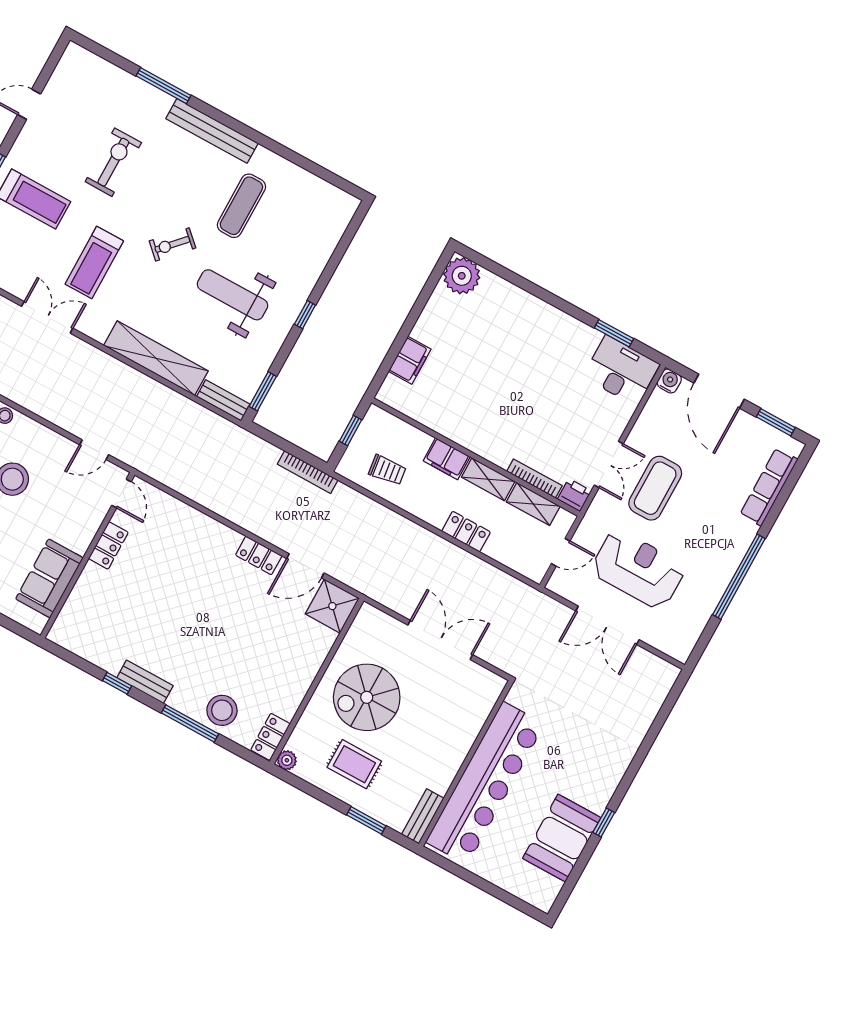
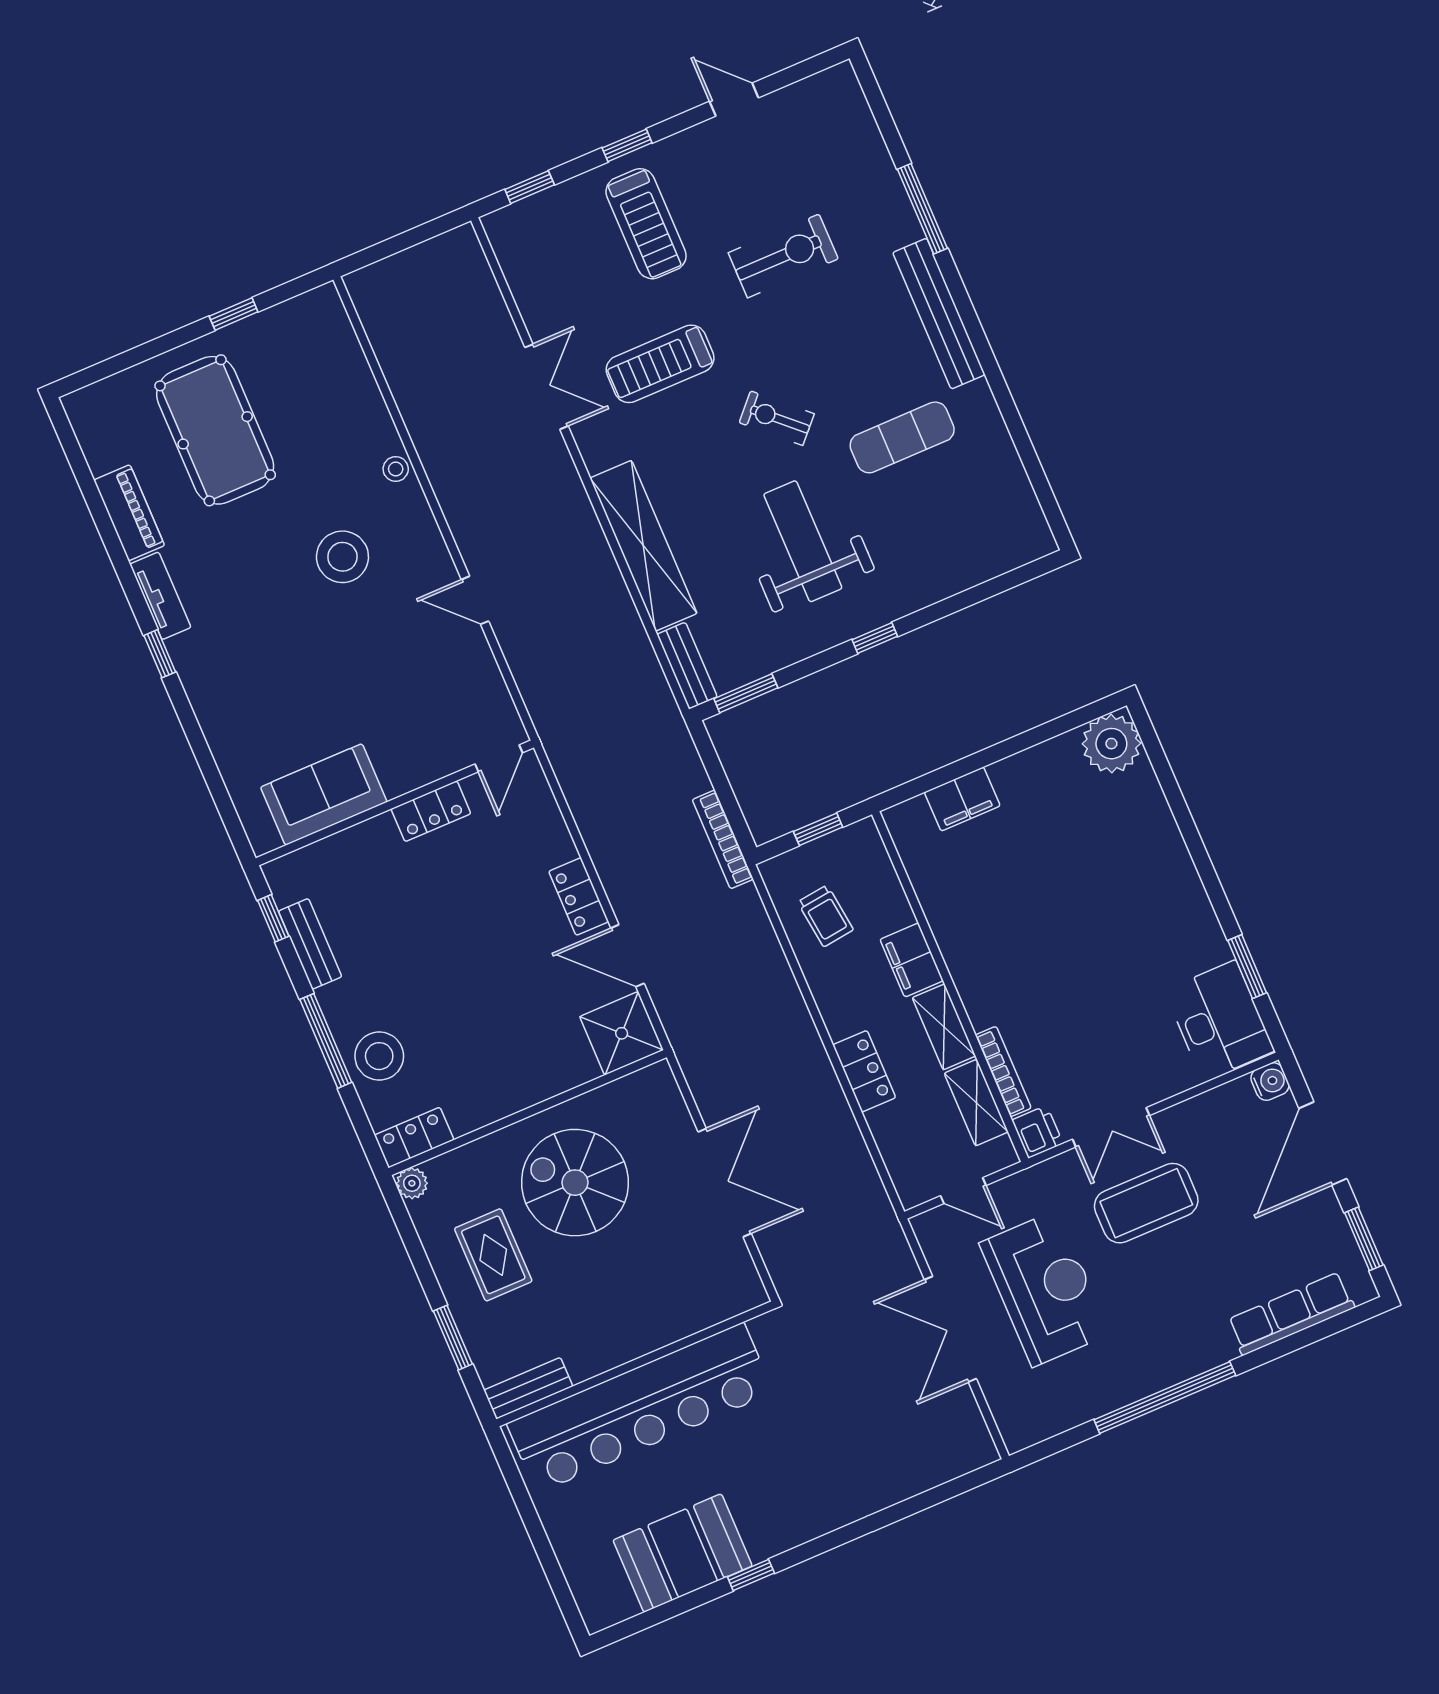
door: (121, 494) -> (499, 758), moved
locker: (108, 545) -> (431, 811), moved
wall: (87, 555) -> (395, 803), moved
sofa: (49, 578) -> (324, 794), moved

